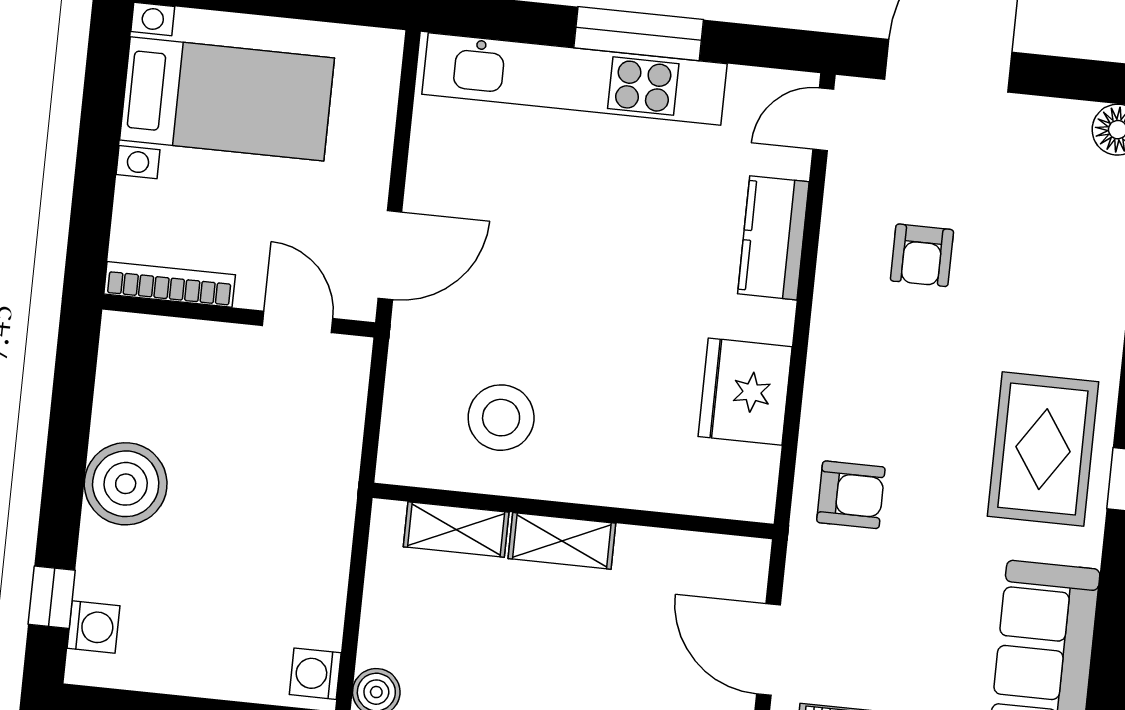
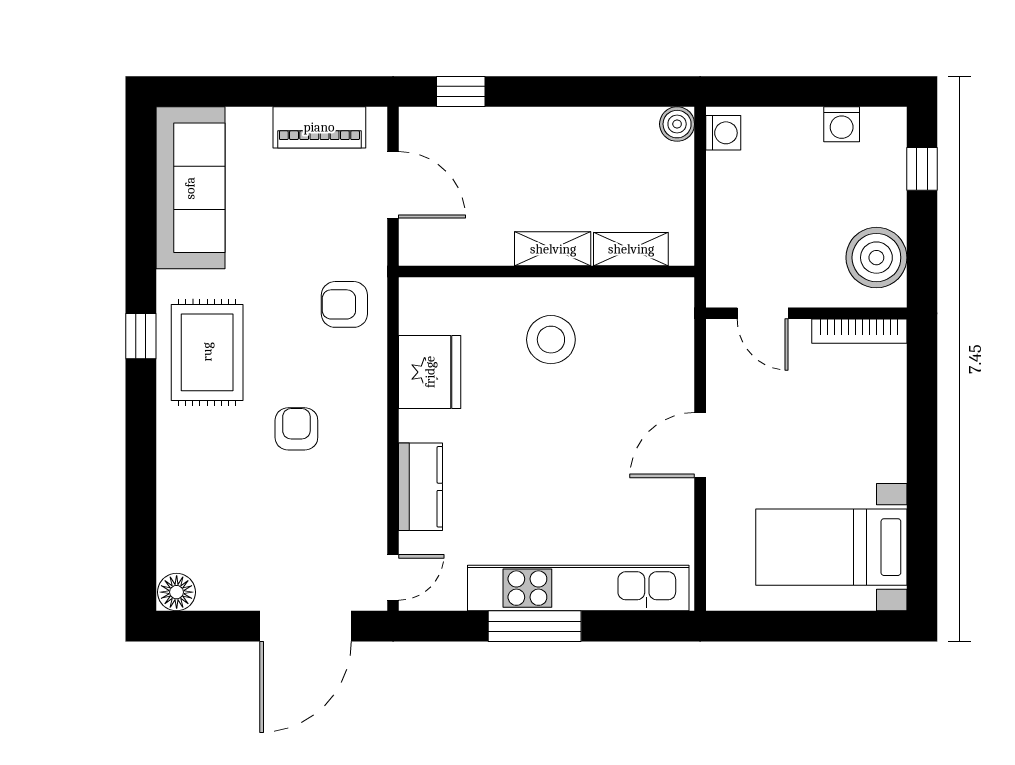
armchair: (922, 255) -> (296, 429), moved
bookcase: (170, 284) -> (859, 331), moved
wall: (239, 316) -> (806, 313), moved
door: (298, 322) -> (763, 313), moved
stool: (501, 418) -> (551, 340), moved
washing machine: (94, 627) -> (842, 124), moved, turned -90

